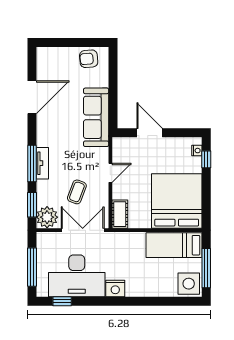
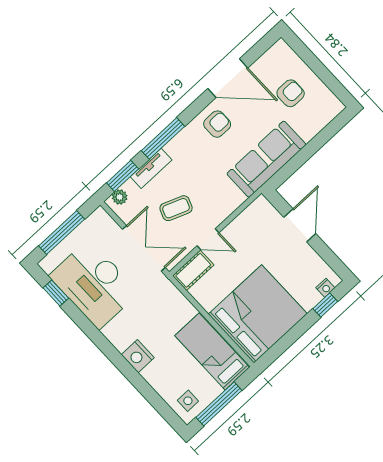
armchair: (89, 59) -> (291, 93), moved, turned 95
armchair: (52, 126) -> (217, 124), added
tv unit: (42, 163) -> (151, 168), moved
door: (110, 173) -> (208, 239), moved
plant: (47, 217) -> (120, 197), width x0.53, depth x0.53
side table: (189, 284) -> (188, 401), width x0.54, depth x0.54
nightstand: (115, 288) -> (138, 356), moved

